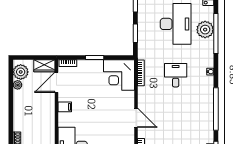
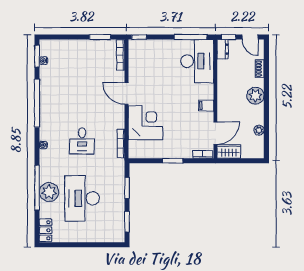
plant: (21, 72) -> (255, 96), moved
corner desk: (119, 75) -> (145, 123), moved

